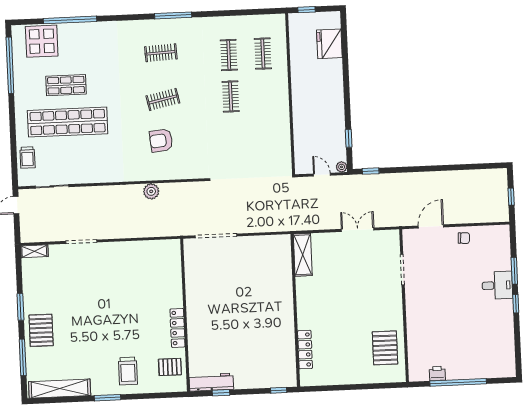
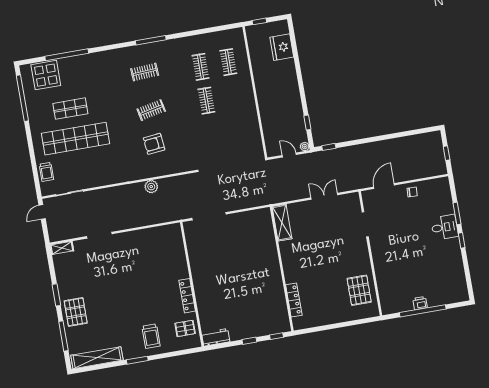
printer: (437, 373) -> (420, 303), moved
workbench: (211, 382) -> (216, 337), width x0.73
window: (221, 393) -> (249, 341), moved

